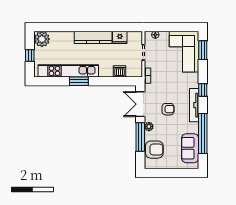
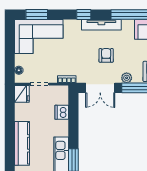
fridge: (120, 37) -> (22, 94), moved

